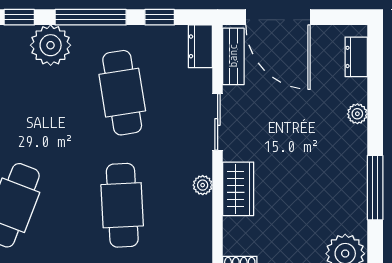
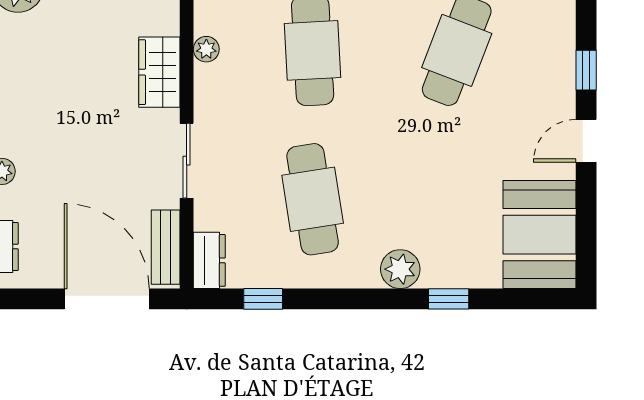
window: (91, 17) -> (354, 299), removed
plant: (51, 45) -> (400, 269), width x0.73, depth x0.73
plant: (203, 185) -> (206, 49), moved

